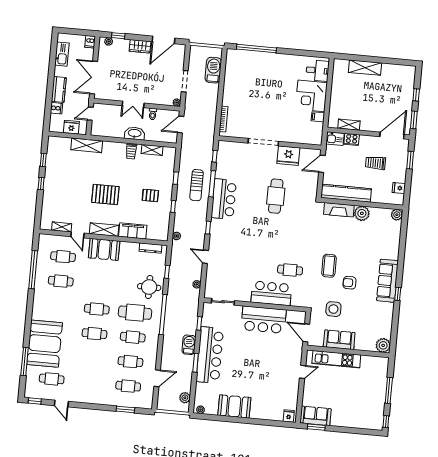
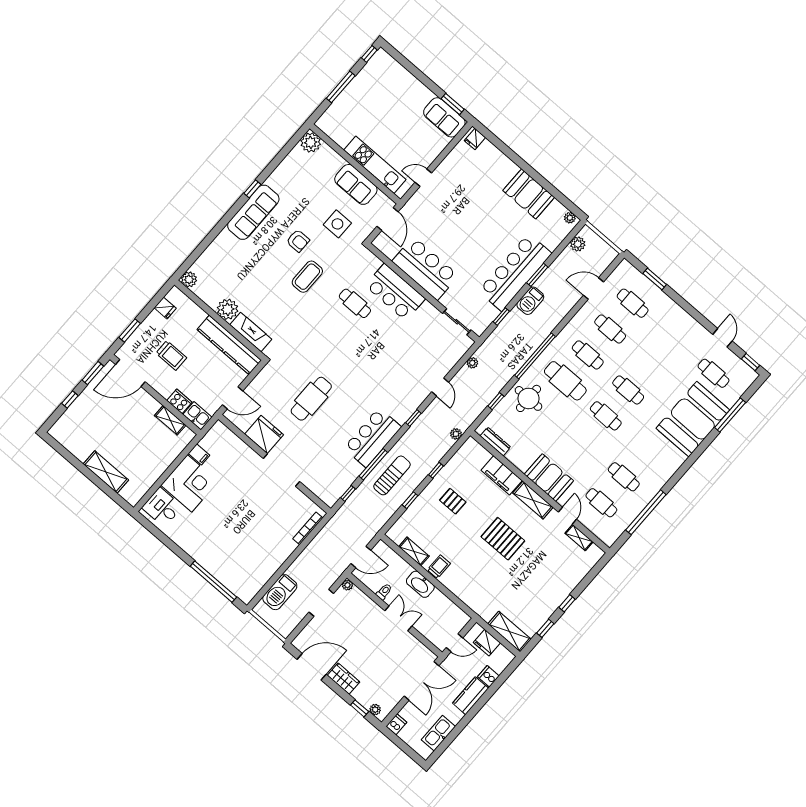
shelving: (87, 145) -> (509, 632), moved

